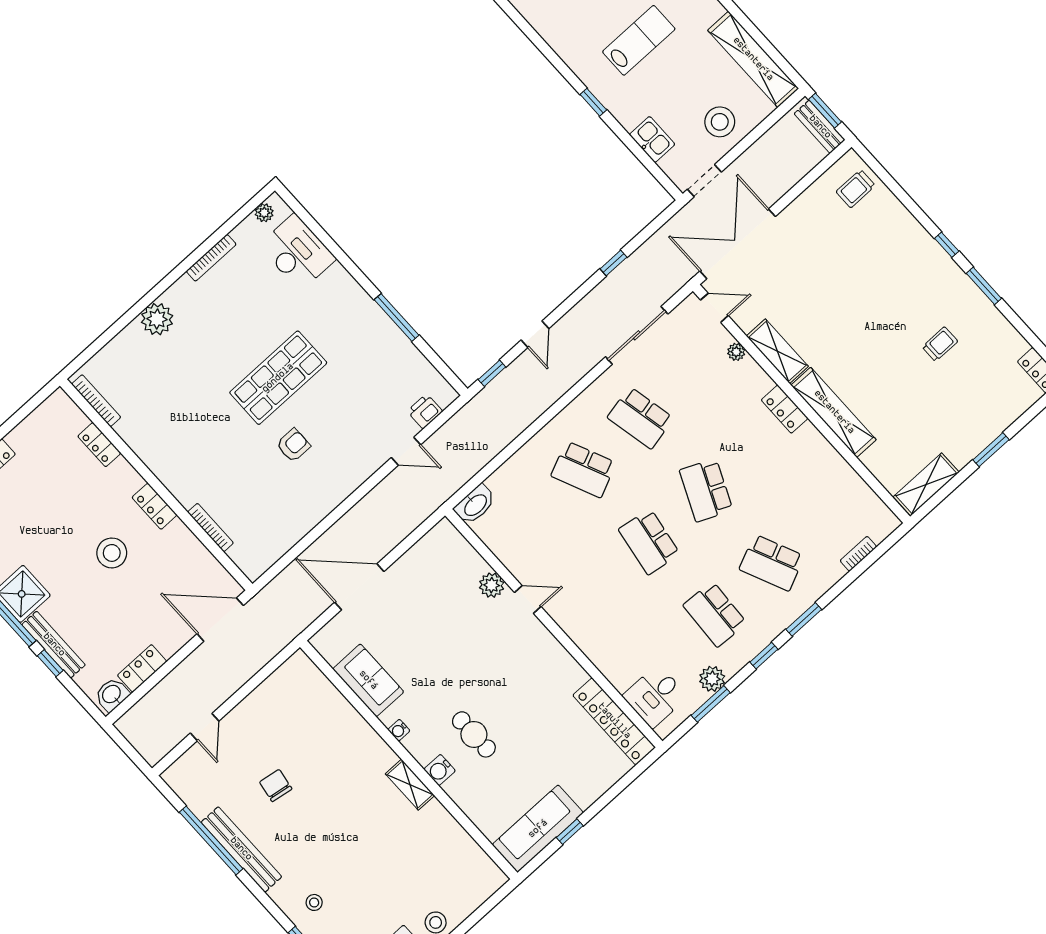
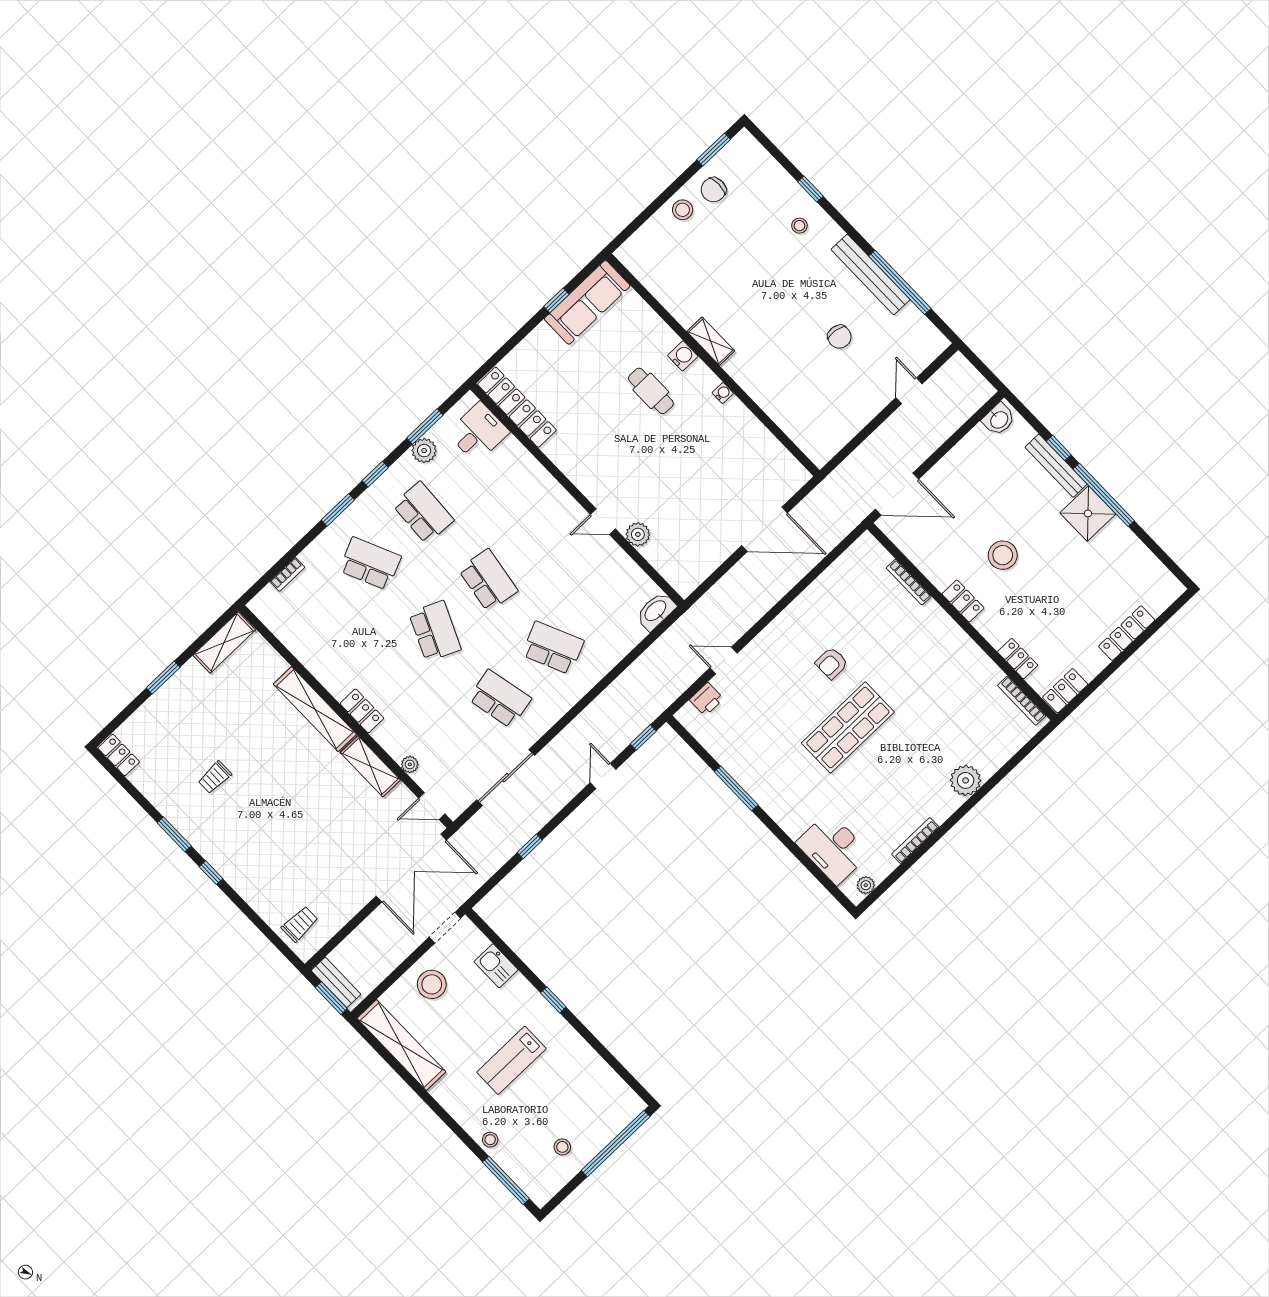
locker: (142, 668) -> (1065, 691), moved, turned 180
sofa: (368, 680) -> (753, 440), removed

